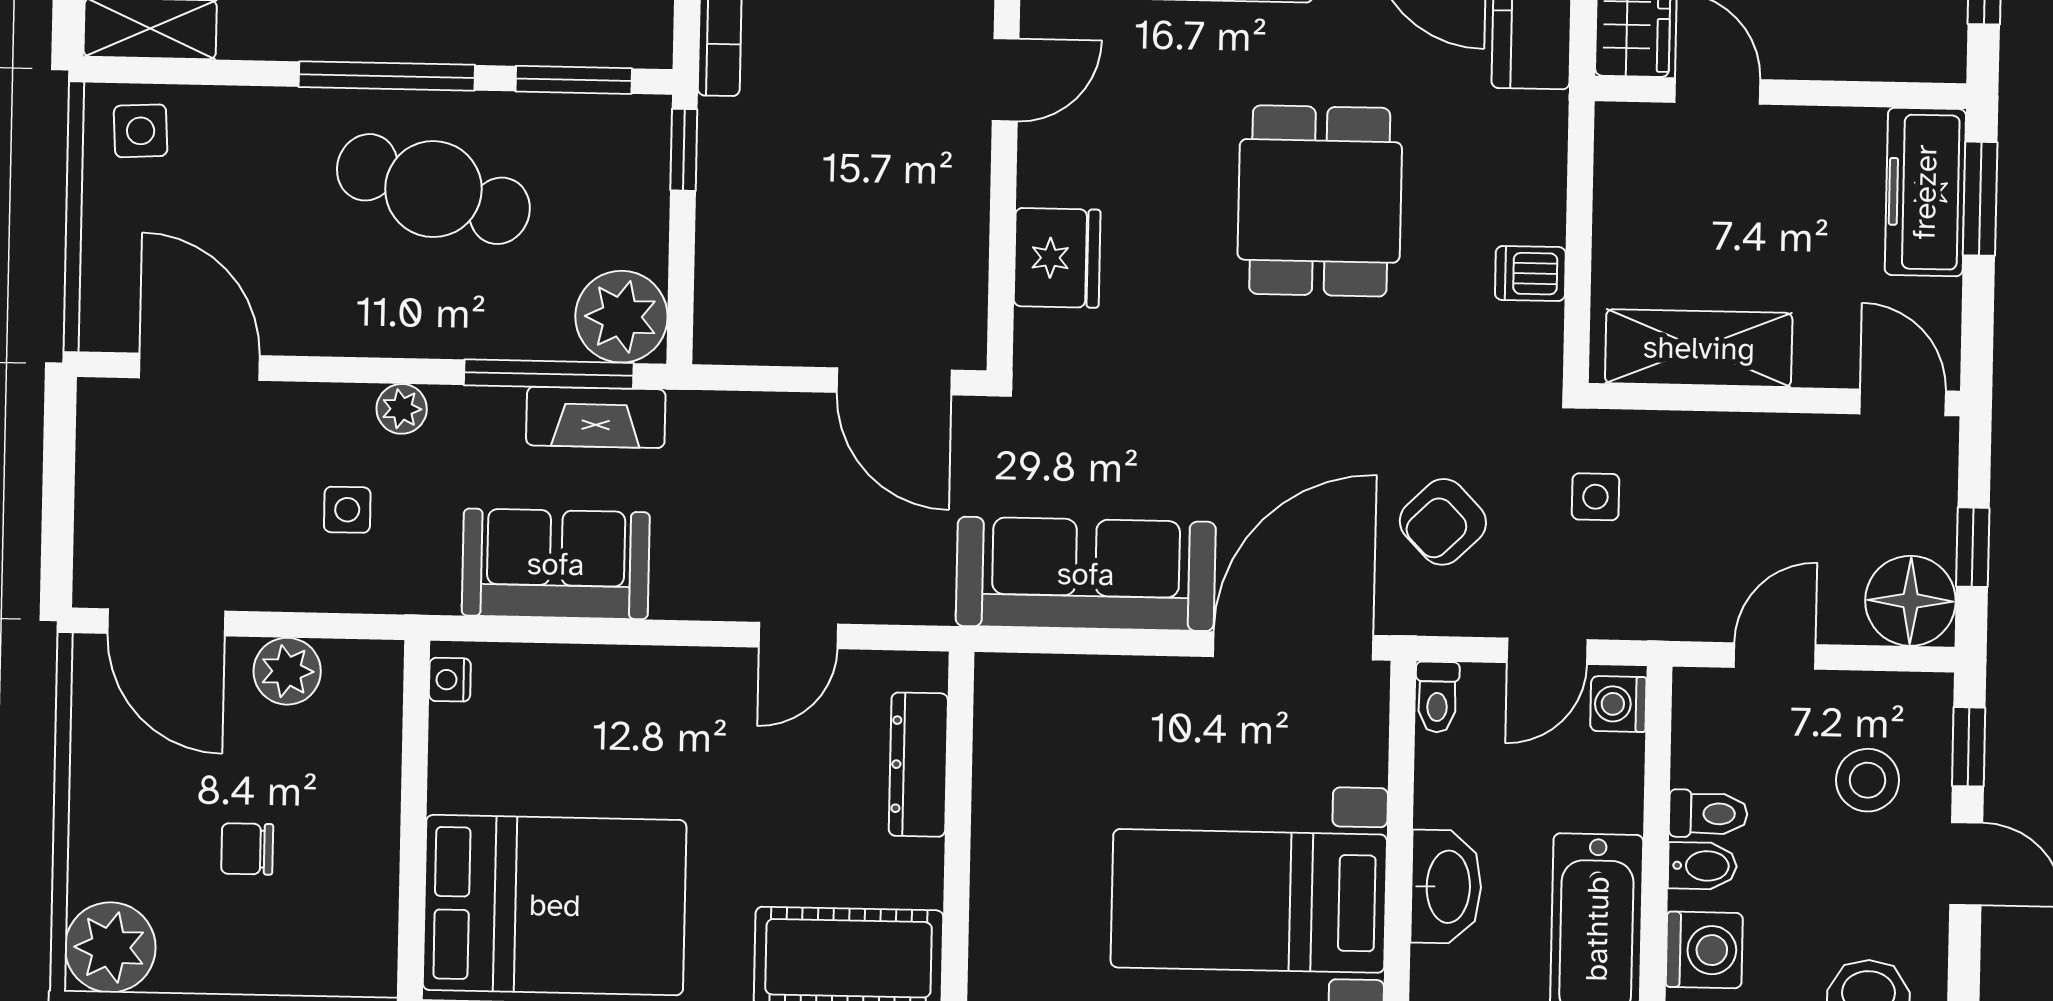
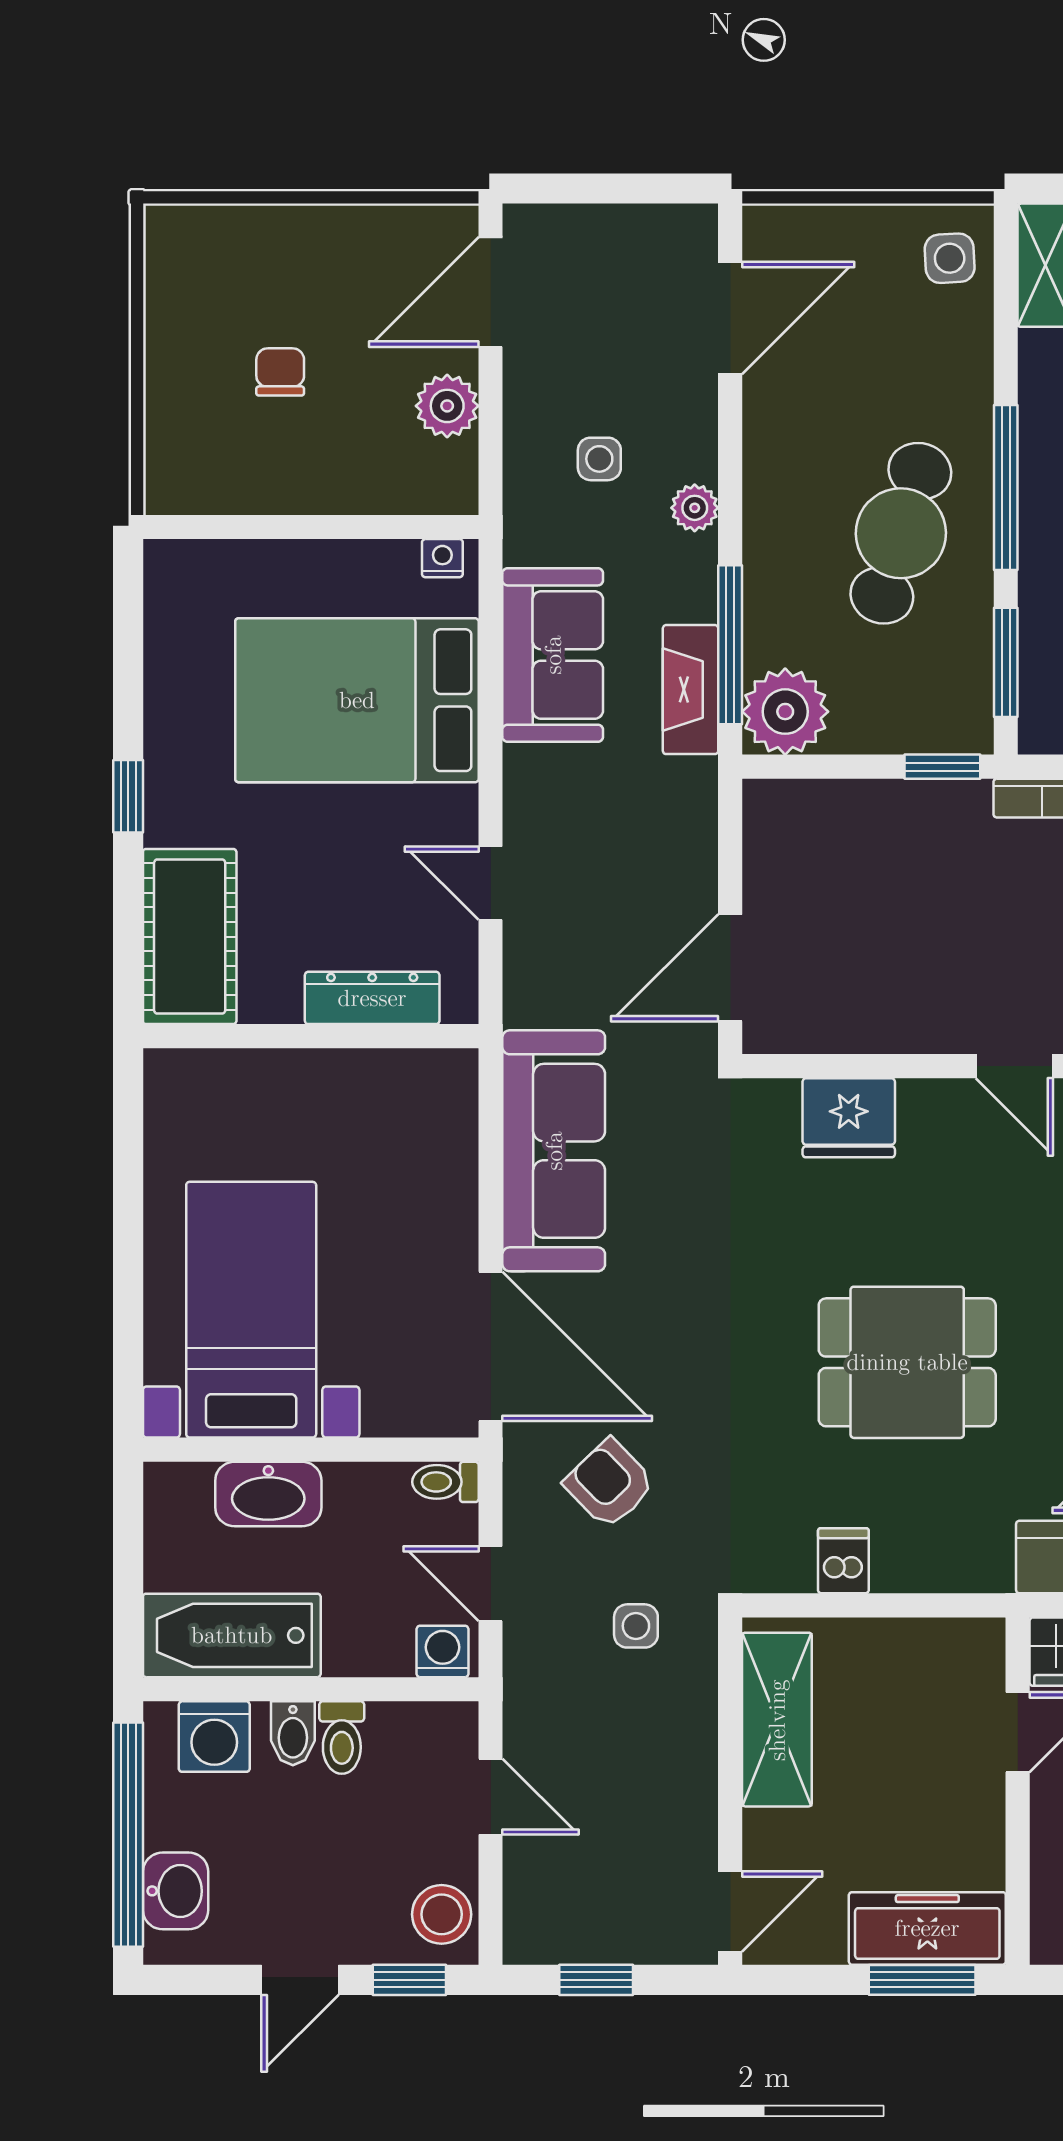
floor lamp: (1910, 601) -> (545, 1923), removed
stool: (1868, 780) -> (442, 1914), moved
bed: (555, 905) -> (357, 700), moved, turned 90
plant: (110, 947) -> (185, 246), removed

